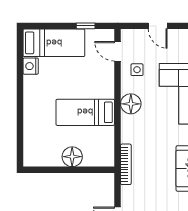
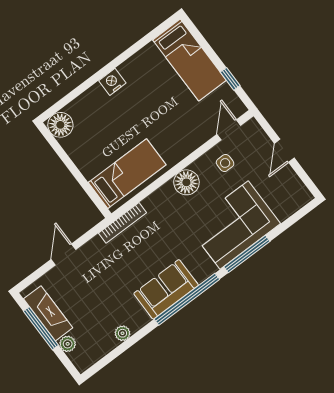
nightstand: (31, 66) -> (112, 82), moved
bed: (85, 112) -> (127, 174), moved, turned 90
floor lamp: (72, 157) -> (60, 125), moved

